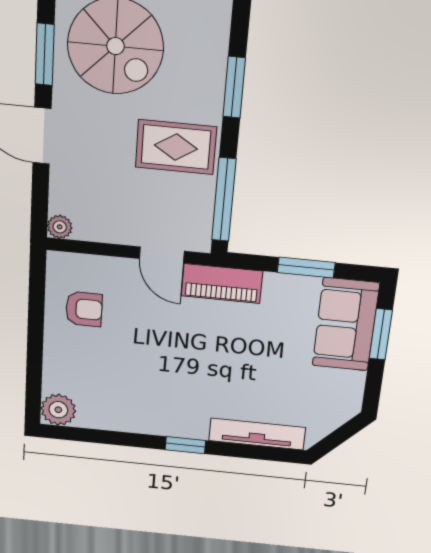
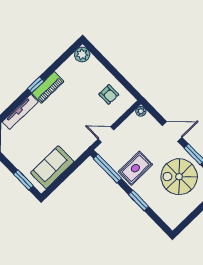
window: (306, 267) -> (65, 175), removed
piano: (222, 284) -> (48, 87), moved, turned 180
armchair: (84, 309) -> (109, 94), turned -90
sofa: (346, 325) -> (52, 167), moved, turned -90

